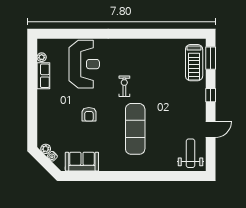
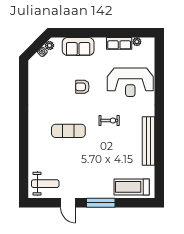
bench: (146, 45) -> (149, 141), added
window: (211, 58) -> (136, 203), removed
window: (211, 95) -> (101, 203), width x2.17
exercise mat: (135, 129) -> (68, 131), width x0.73, depth x0.69
sofa: (82, 162) -> (78, 46), moved, turned 90

